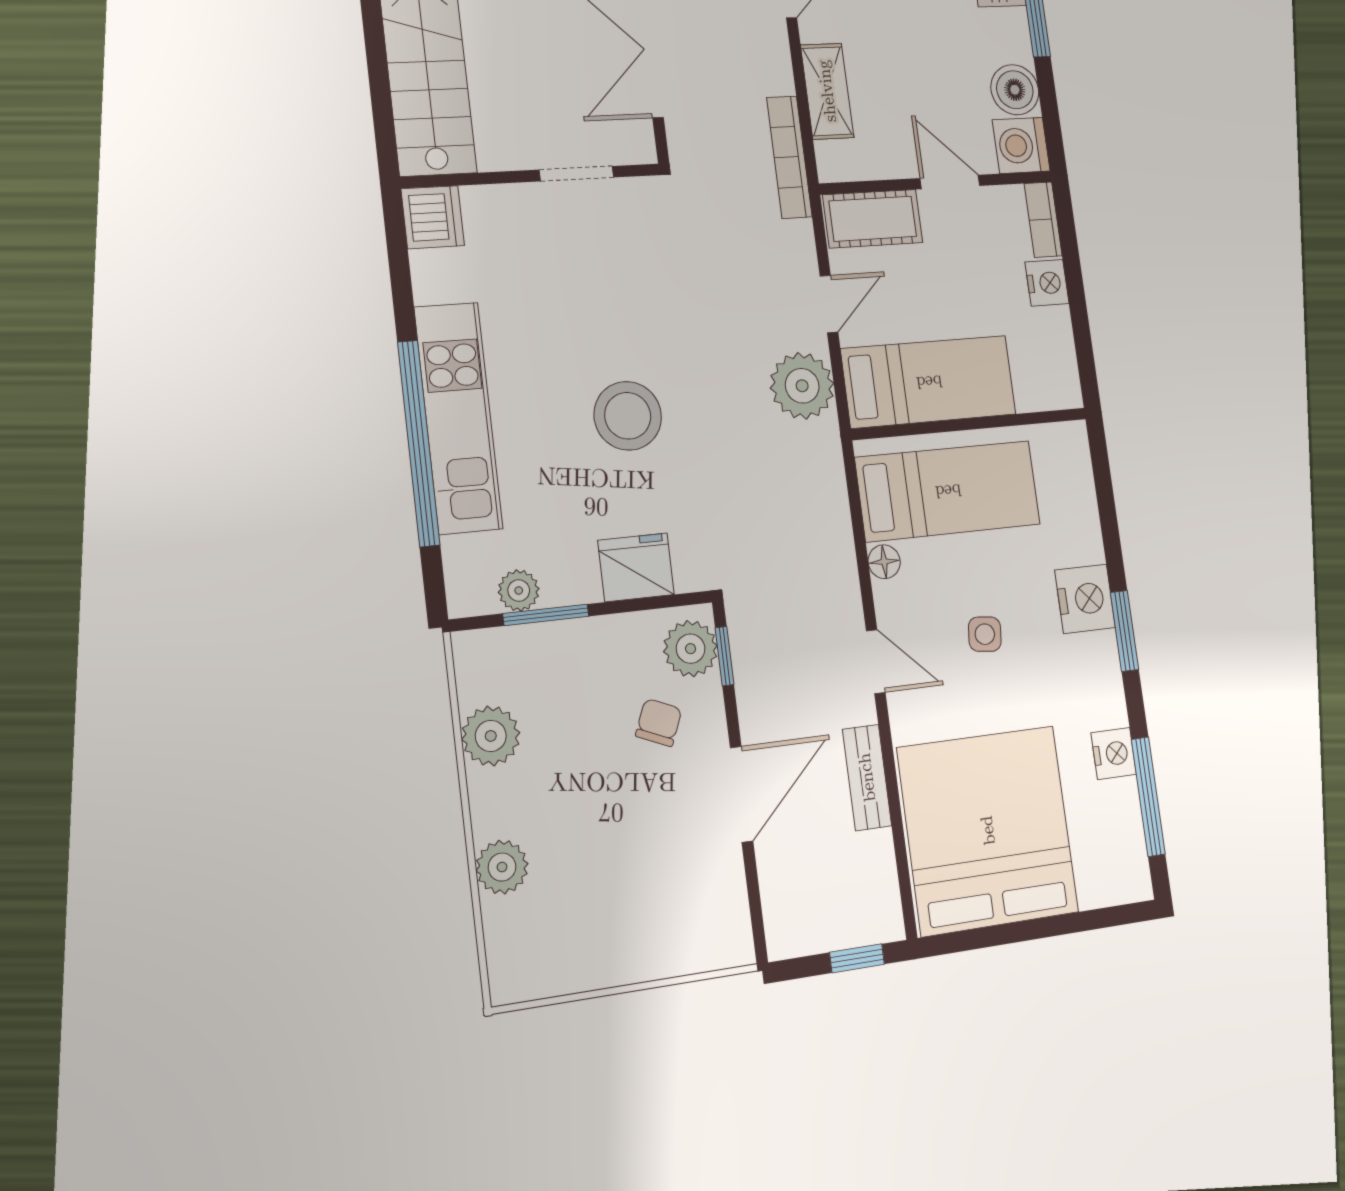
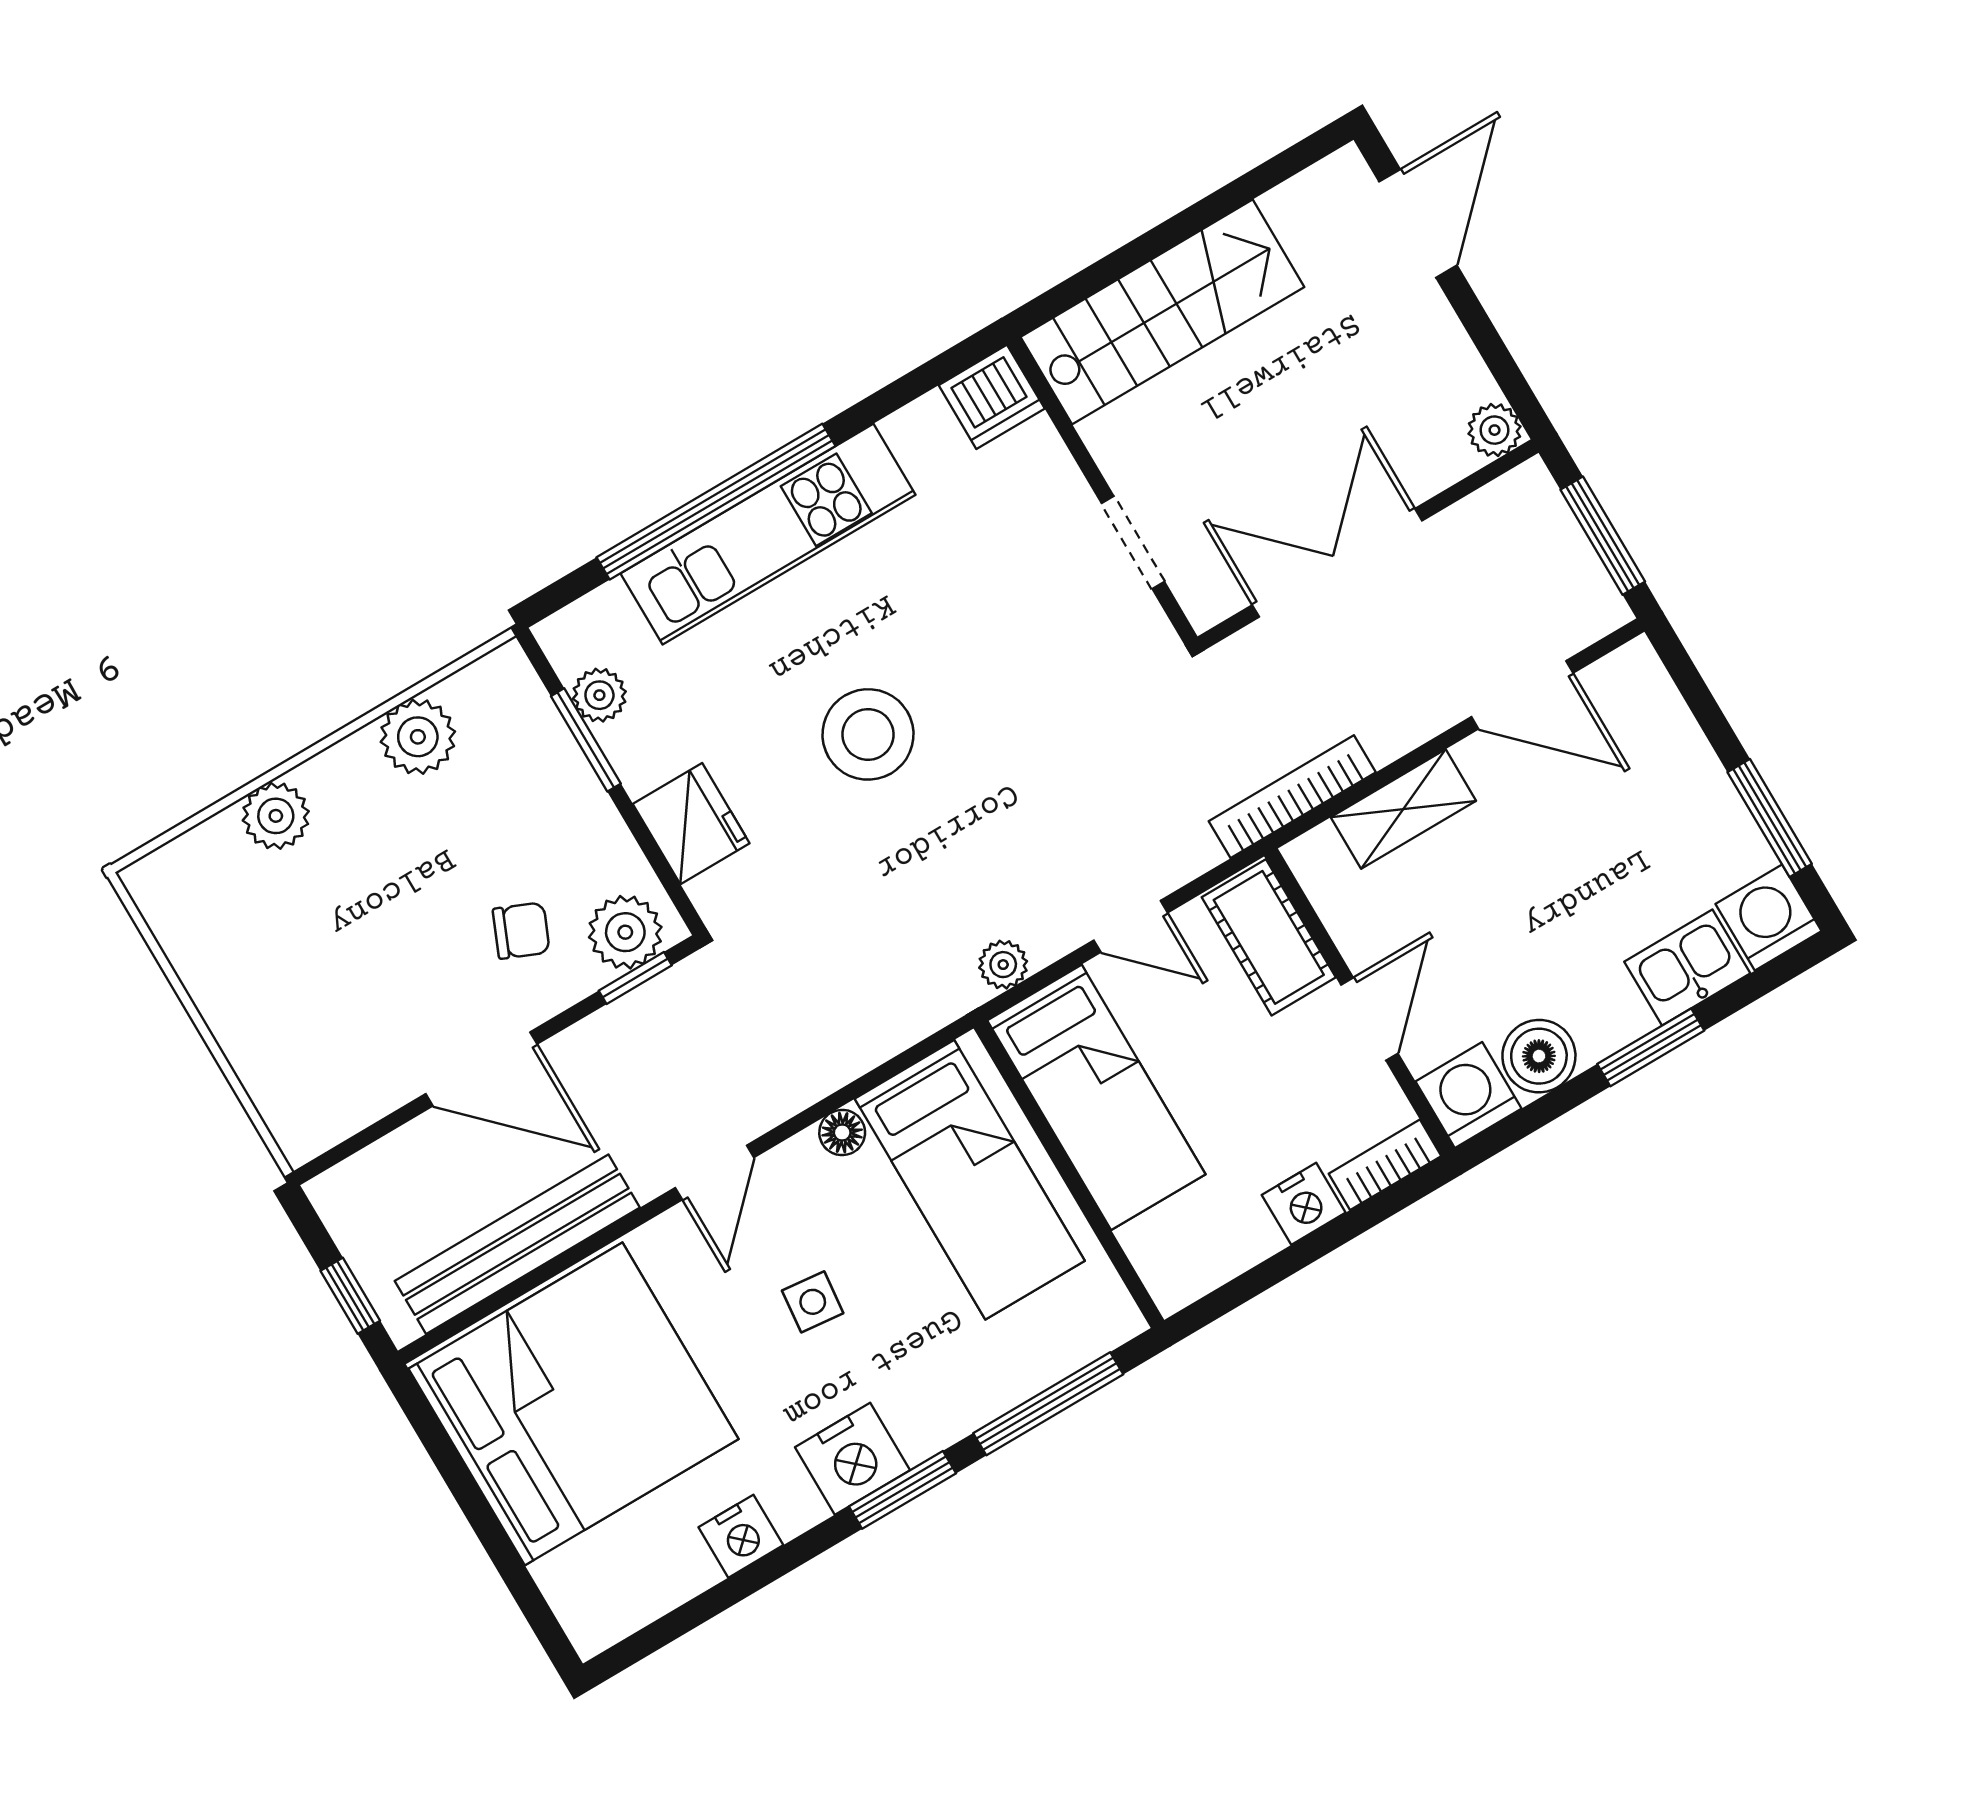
plant: (802, 386) -> (1003, 965), width x0.53, depth x0.53
nightstand: (1085, 599) -> (852, 1459), moved
bench: (867, 777) -> (517, 1244), width x1.86, depth x1.21
window: (1148, 797) -> (1048, 1404), moved

